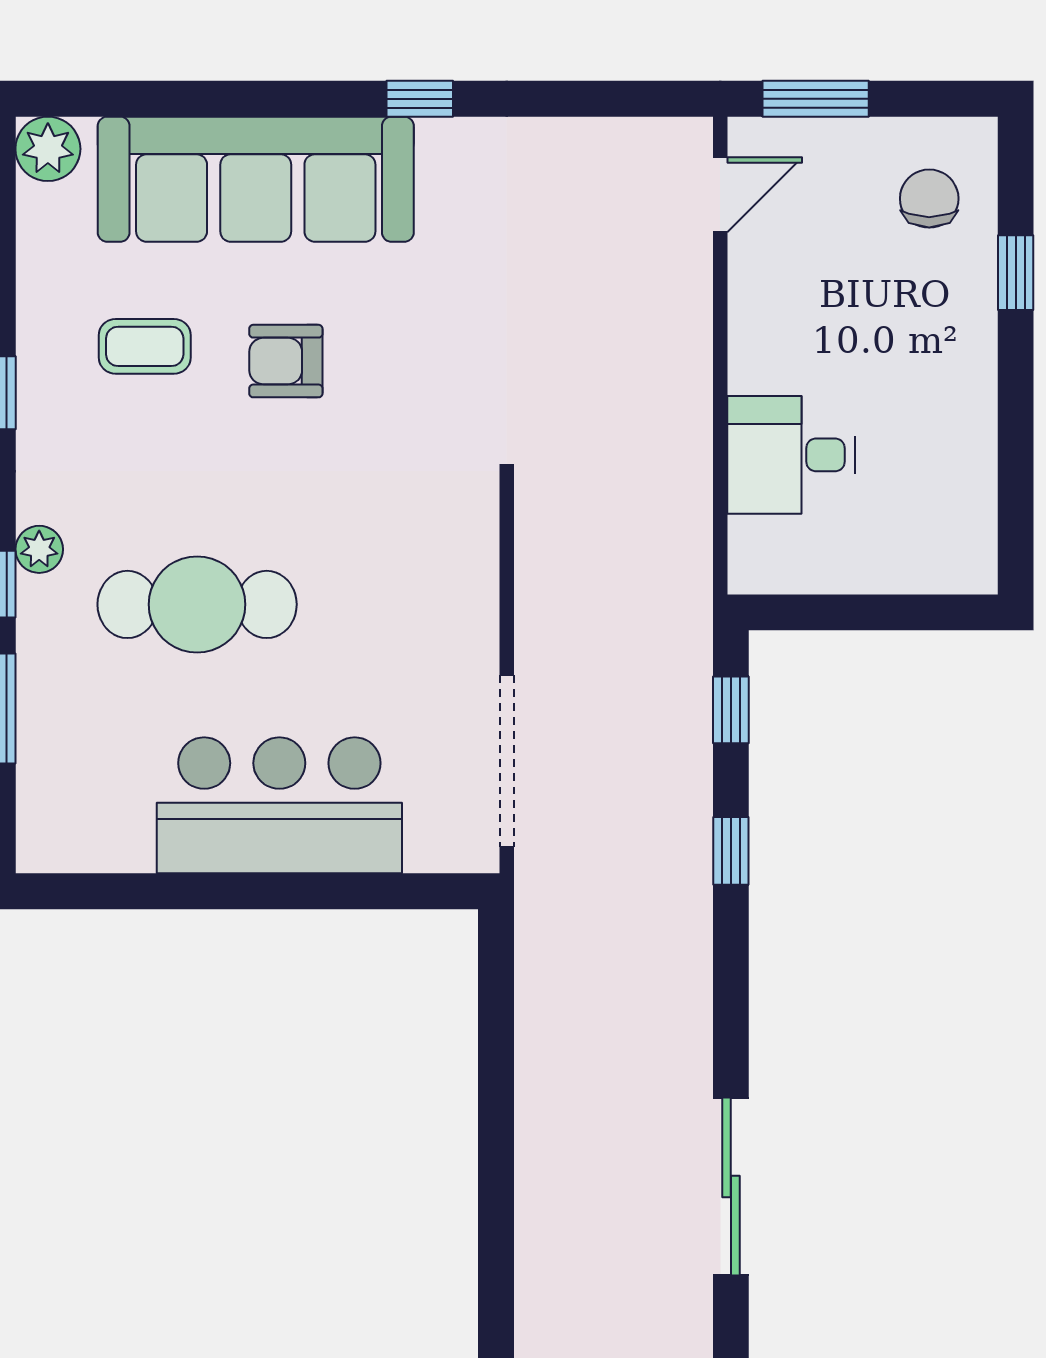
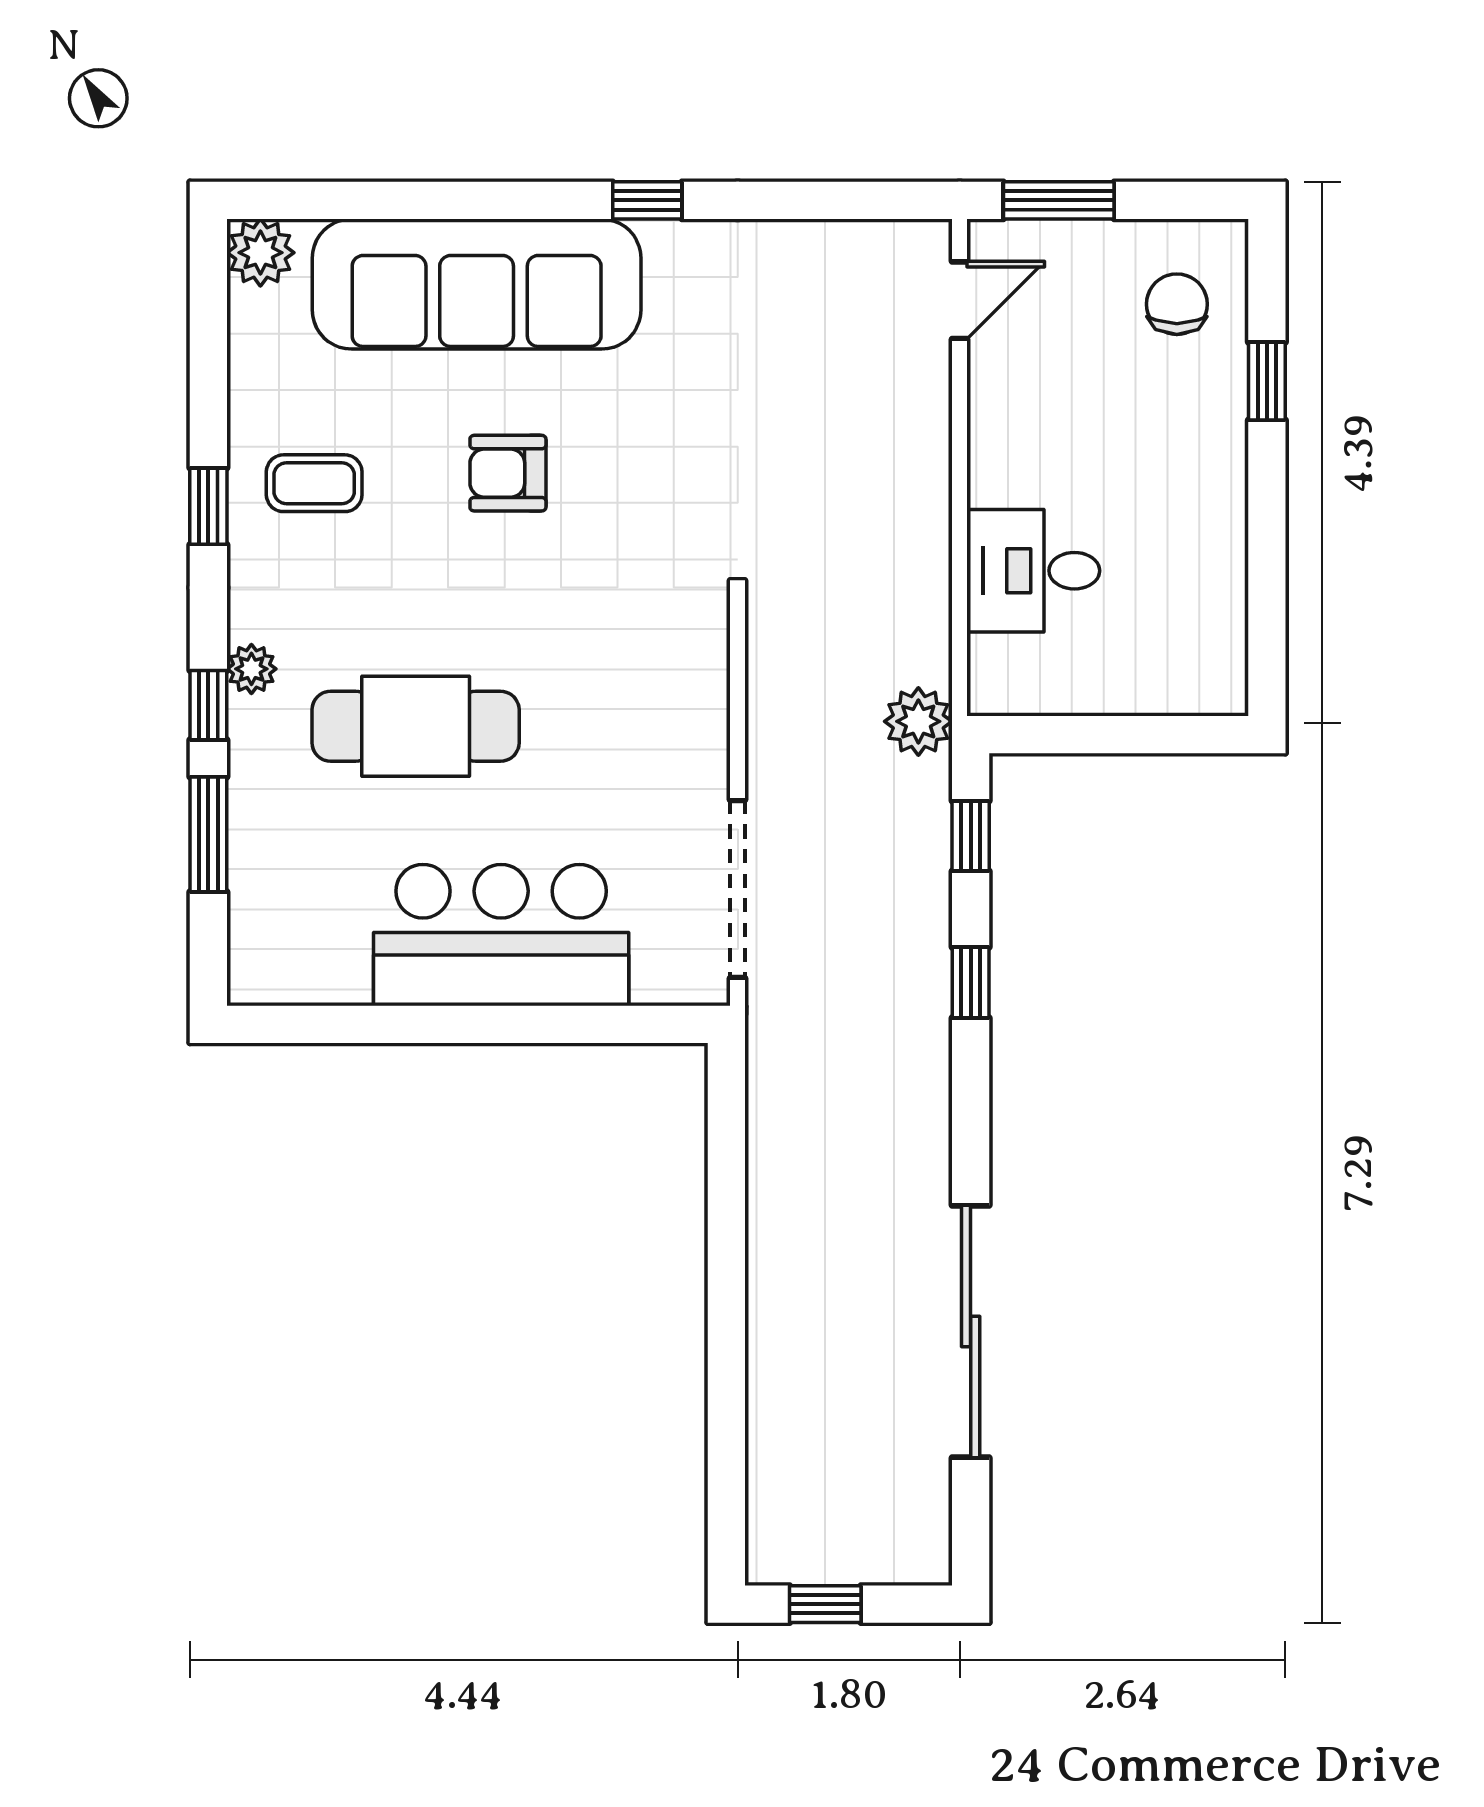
coffee table: (145, 346) -> (314, 483), moved
plant: (681, 600) -> (918, 721), added
sliding door: (731, 1187) -> (971, 1331), width x1.36

